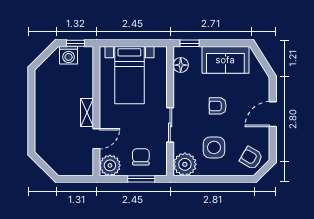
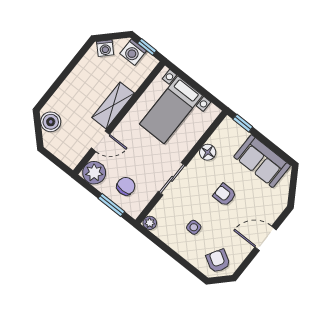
floor lamp: (181, 65) -> (208, 152), moved
washing machine: (46, 68) -> (105, 48), added
shelving: (87, 113) -> (113, 105), width x1.50, depth x1.33
side table: (214, 147) -> (194, 227), width x0.54, depth x0.54
boiler: (49, 154) -> (51, 122), added
plant: (185, 164) -> (150, 223), width x0.53, depth x0.53

